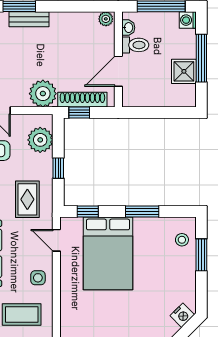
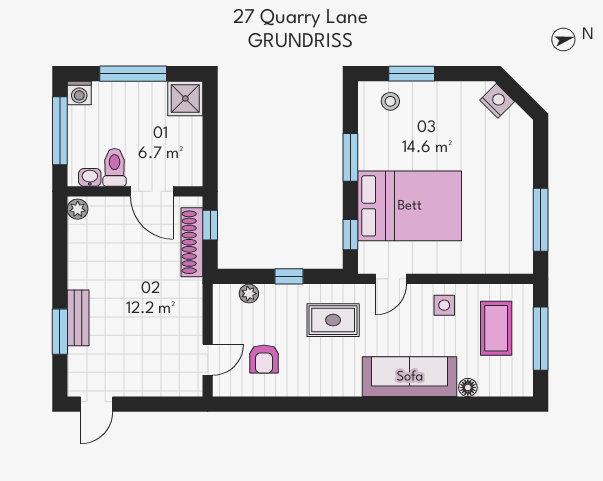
shower: (184, 71) -> (185, 98), moved
plant: (43, 94) -> (183, 298), removed
window: (79, 112) -> (210, 225), moved
plant: (40, 140) -> (249, 294), width x0.53, depth x0.53

